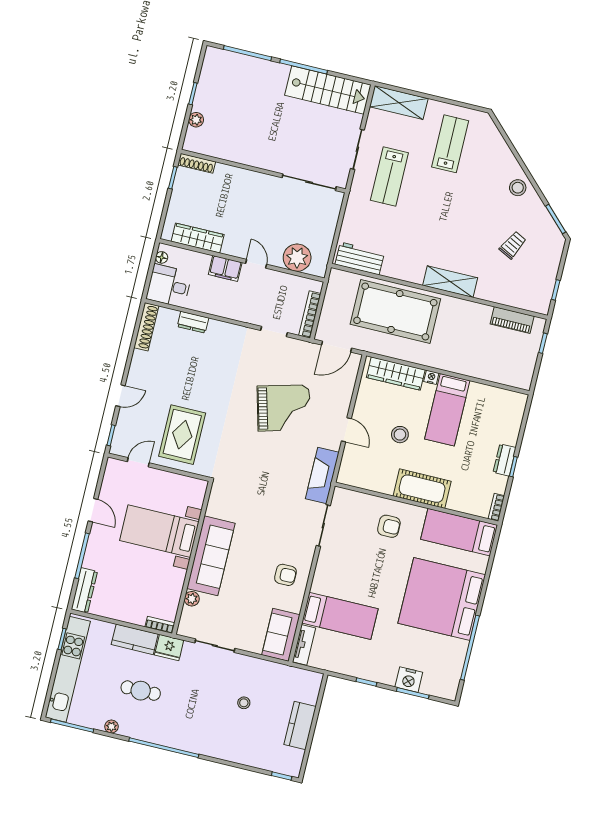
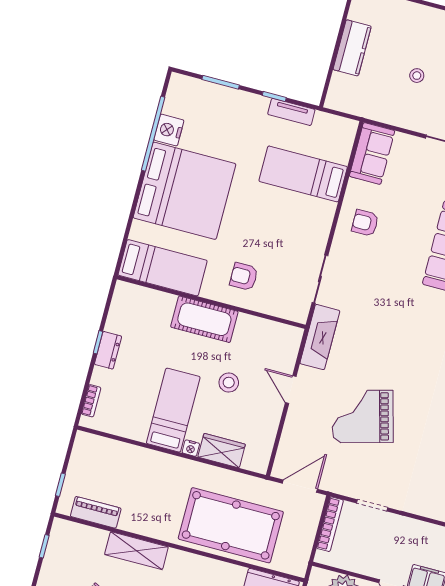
shelving: (450, 282) -> (136, 551), moved
wardrobe: (396, 374) -> (222, 451), width x0.67
bookcase: (496, 507) -> (91, 401), moved
tv unit: (304, 645) -> (291, 112), moved, turned -90
nightstand: (409, 680) -> (169, 130), moved, turned -90

